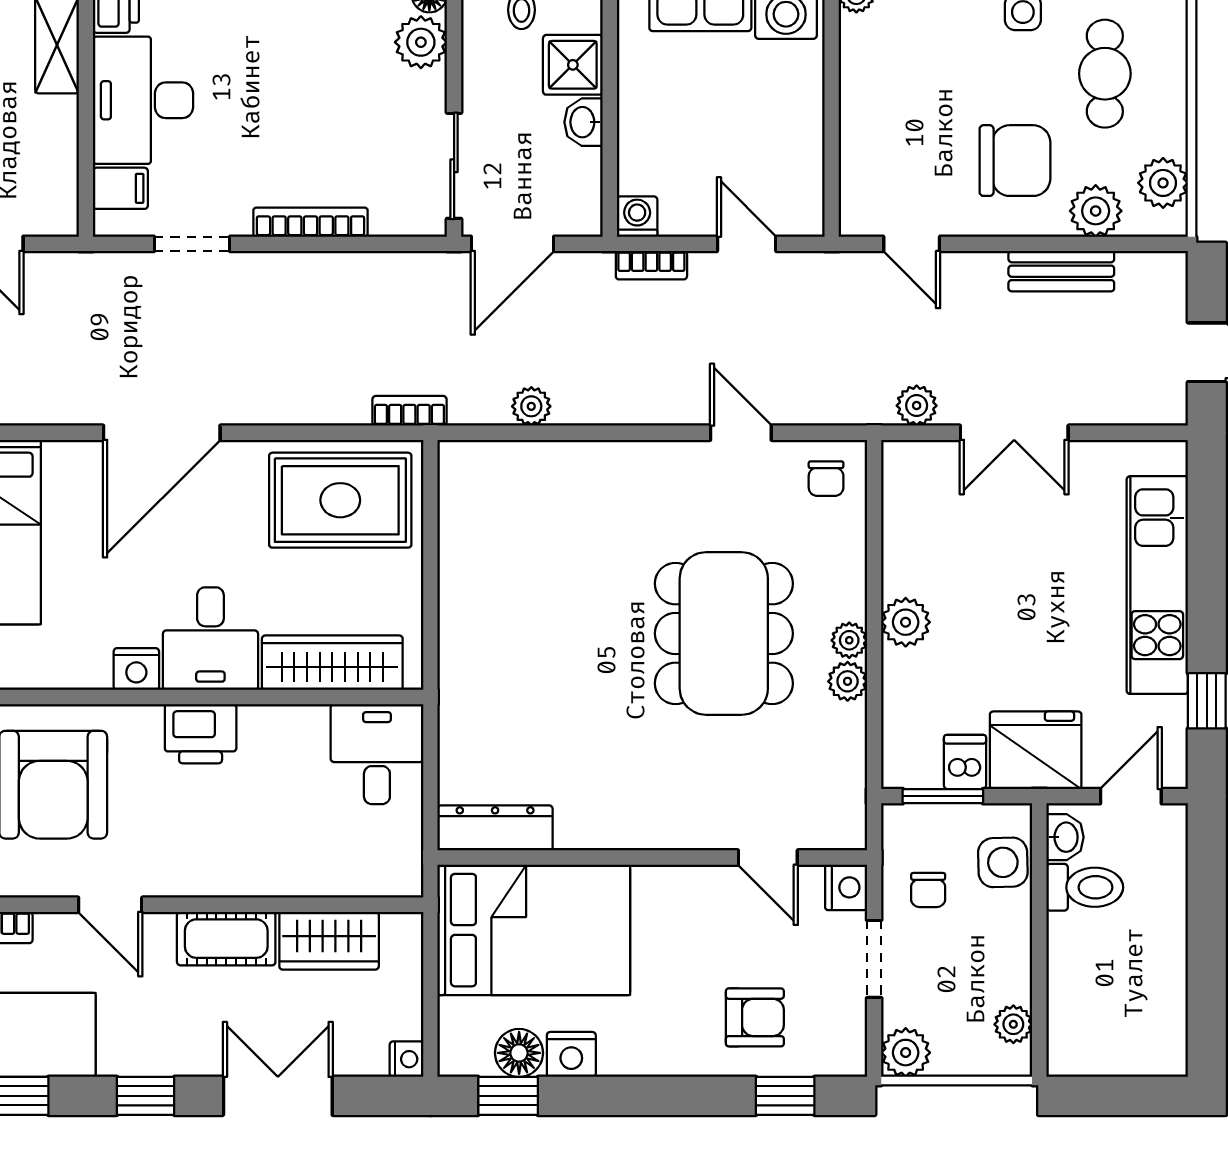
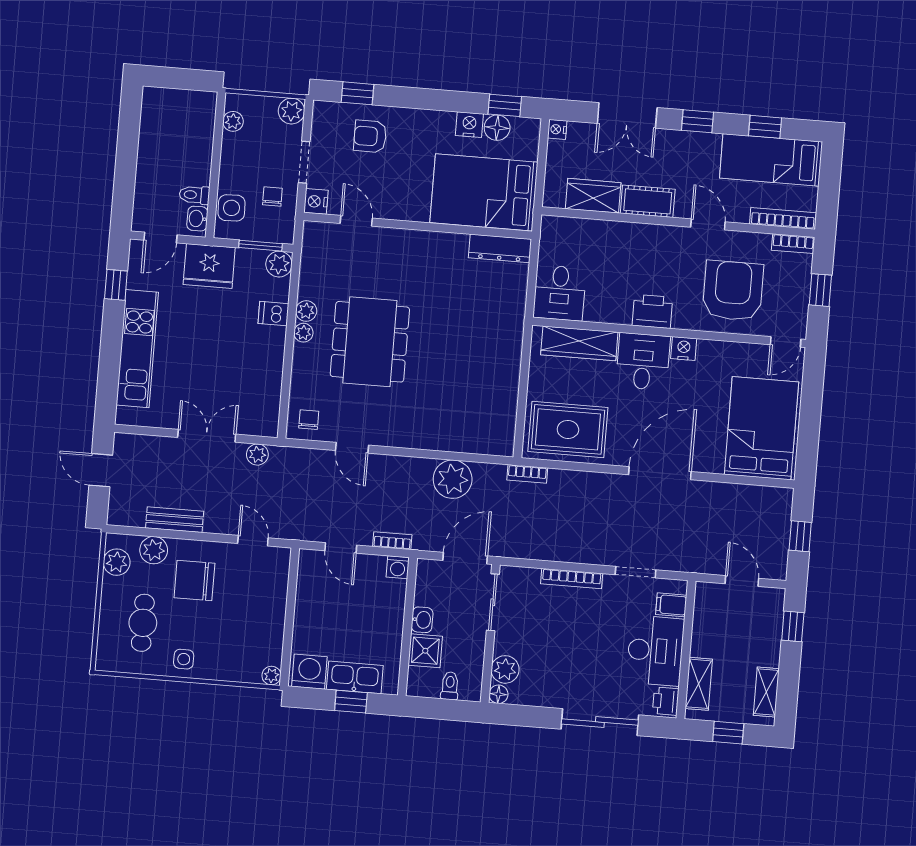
plant: (531, 406) -> (453, 479), width x1.88, depth x1.88
plant: (906, 622) -> (279, 264), moved
dishwasher: (965, 762) -> (273, 314), moved, turned 90
toilet: (1085, 887) -> (194, 195), width x0.73, depth x0.72

